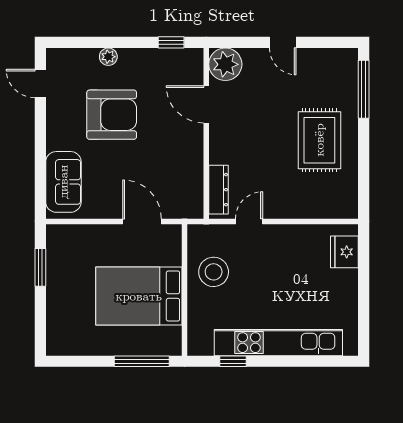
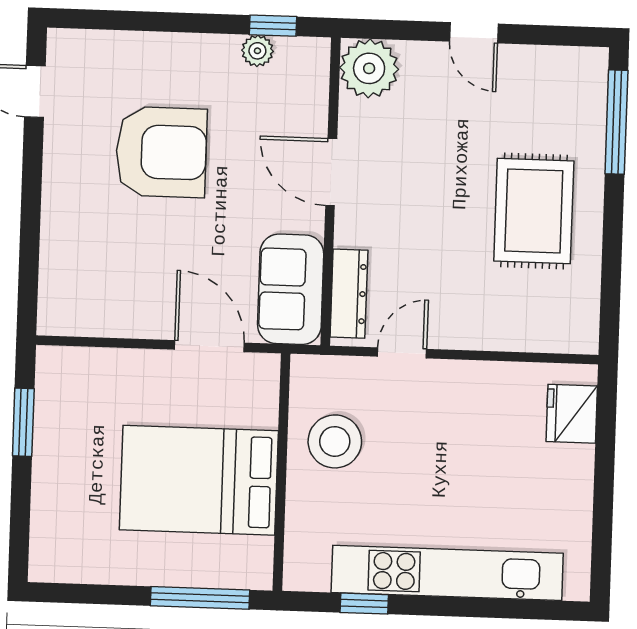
plant: (108, 57) -> (257, 51), moved
door: (206, 104) -> (331, 172), moved
sofa: (63, 182) -> (291, 289), moved, turned 180

